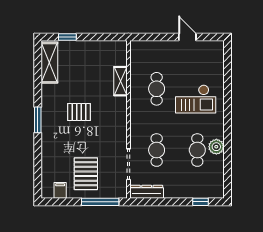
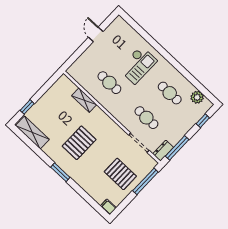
door: (187, 37) -> (96, 34), hinge flipped
pallet: (79, 112) -> (79, 143), width x1.50, depth x1.42
plant: (216, 147) -> (197, 97), moved
filing cabinet: (60, 190) -> (108, 207), moved
dresser: (147, 192) -> (163, 151), width x0.70
window: (156, 202) -> (177, 148), added

